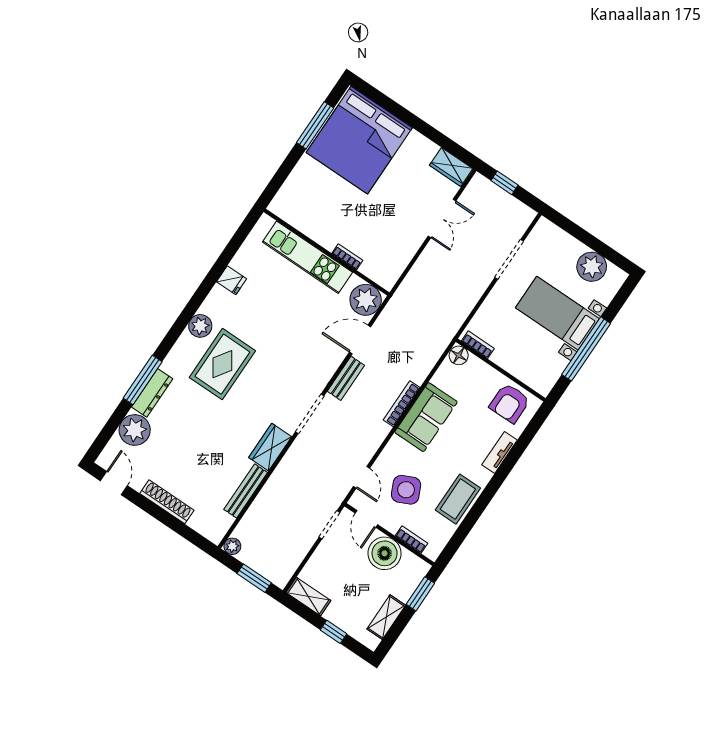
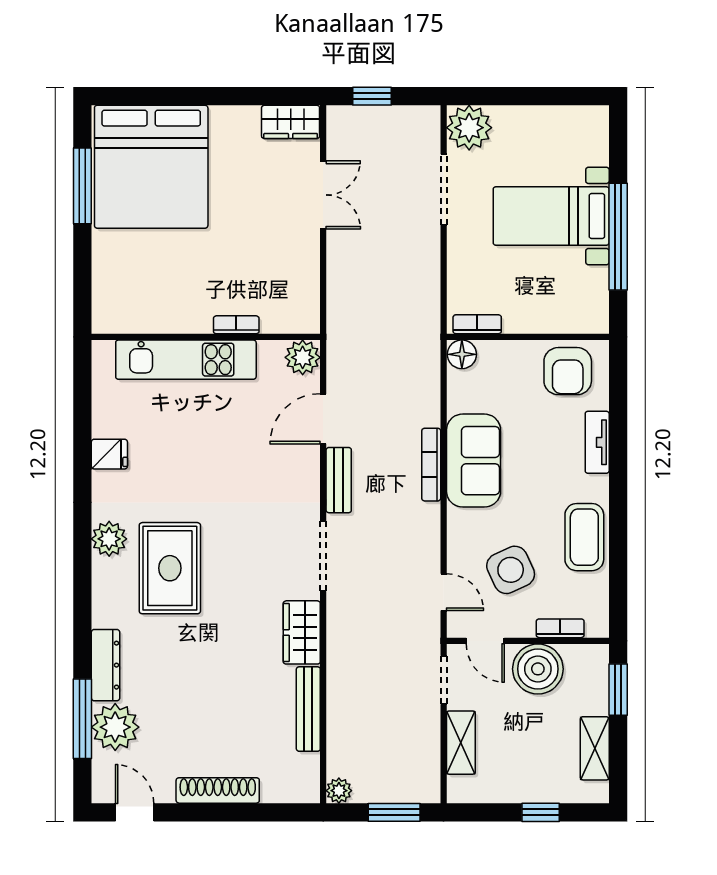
plant: (592, 267) -> (469, 128), moved
plant: (366, 300) -> (303, 357), width x0.73, depth x0.73
window: (143, 380) -> (82, 719), moved
shelving: (308, 596) -> (461, 743), moved, turned 90

